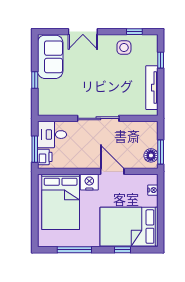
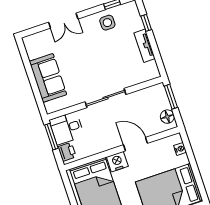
sofa: (50, 57) -> (48, 78), moved
window: (35, 80) -> (33, 82), removed
tv unit: (152, 88) -> (145, 46), width x0.71
window: (35, 149) -> (51, 137), moved
window: (161, 152) -> (171, 97), moved

